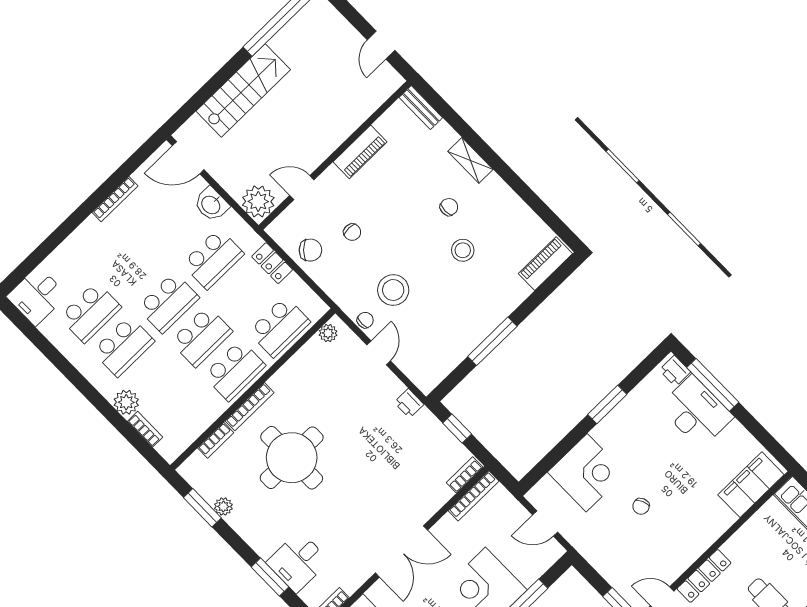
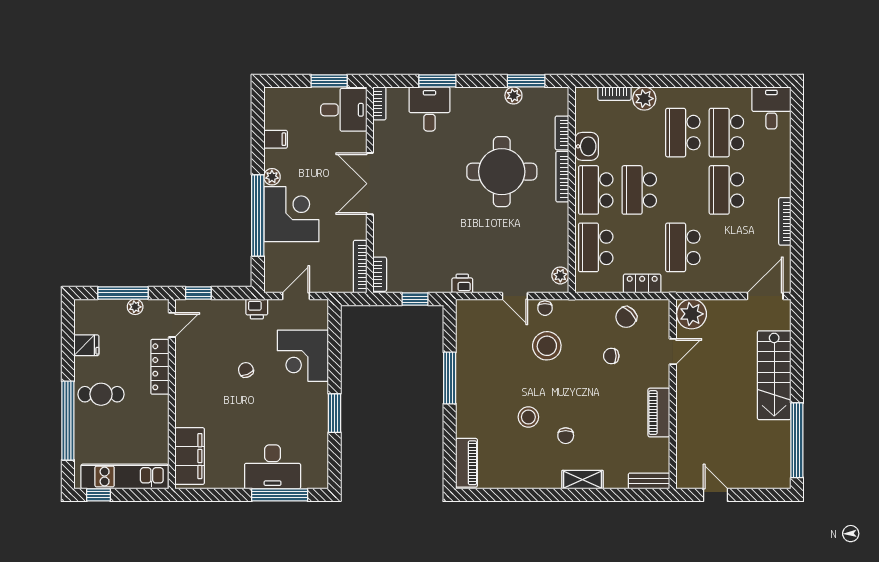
washbasin: (211, 204) -> (587, 146), moved, turned 90
school desk: (168, 303) -> (726, 190), moved
printer: (675, 371) -> (257, 309), moved, turned 180

